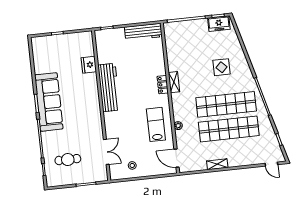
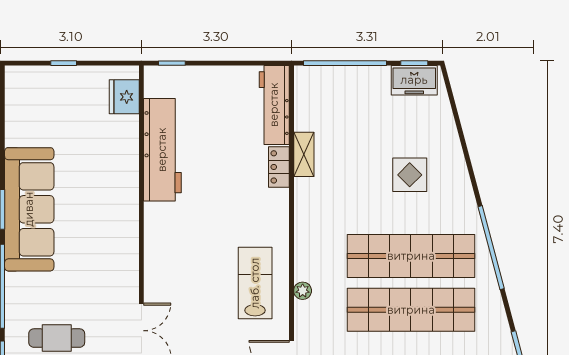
workbench: (143, 32) -> (274, 105), moved, turned 90
fridge: (89, 65) -> (124, 97), moved
shelving: (174, 82) -> (304, 154), moved
locker: (163, 85) -> (279, 167), moved
workbench: (109, 87) -> (162, 150), moved

